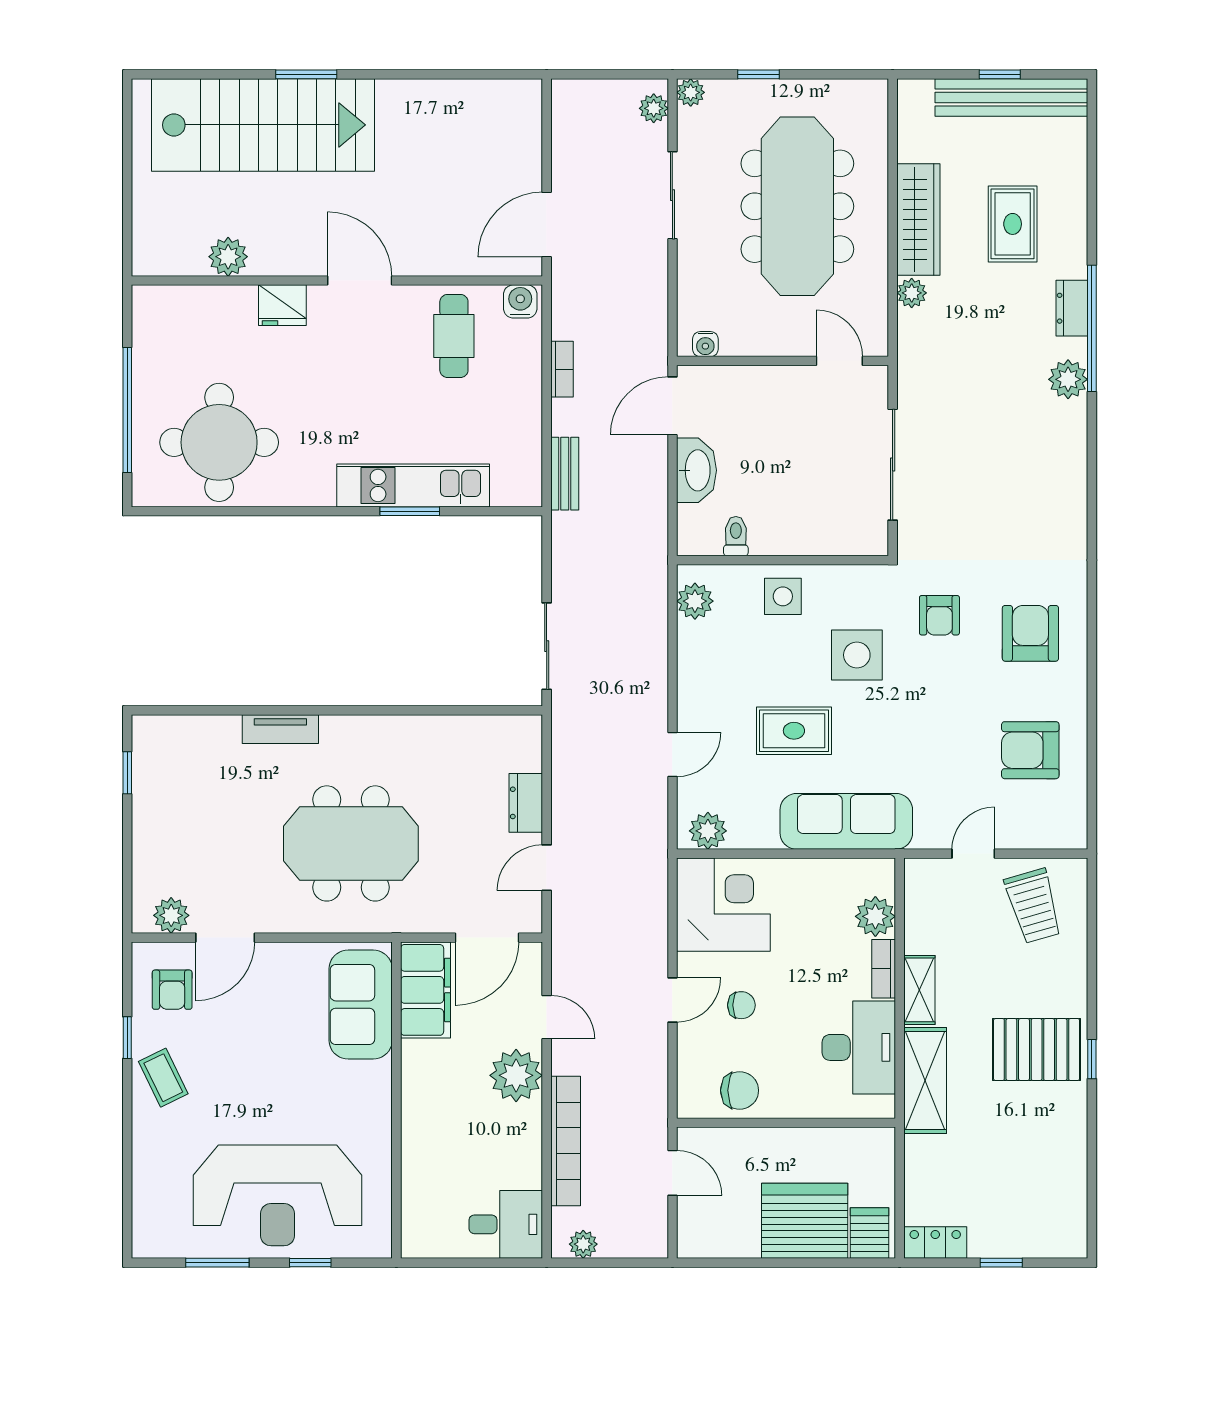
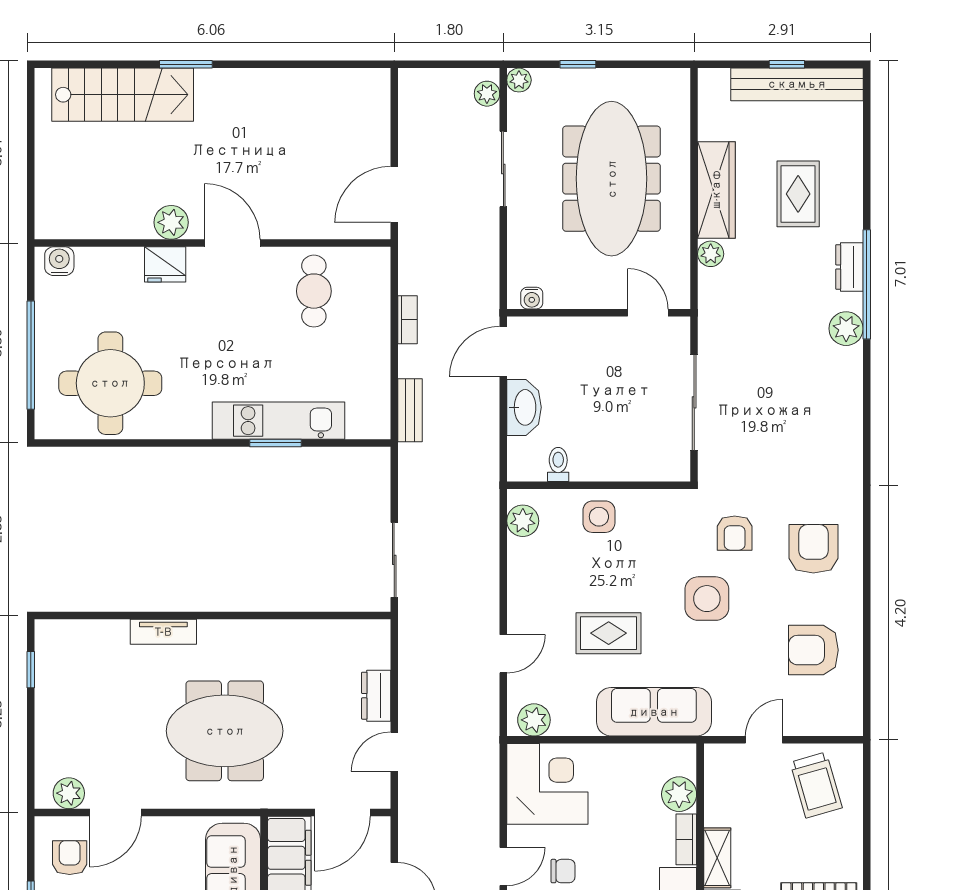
stairs: (263, 125) -> (123, 95), width x0.73, depth x0.66
plant: (228, 257) -> (171, 222), moved
water cooler: (520, 301) -> (59, 261), moved
side table: (857, 655) -> (707, 599), moved
armchair: (172, 990) -> (70, 858), turned 180

